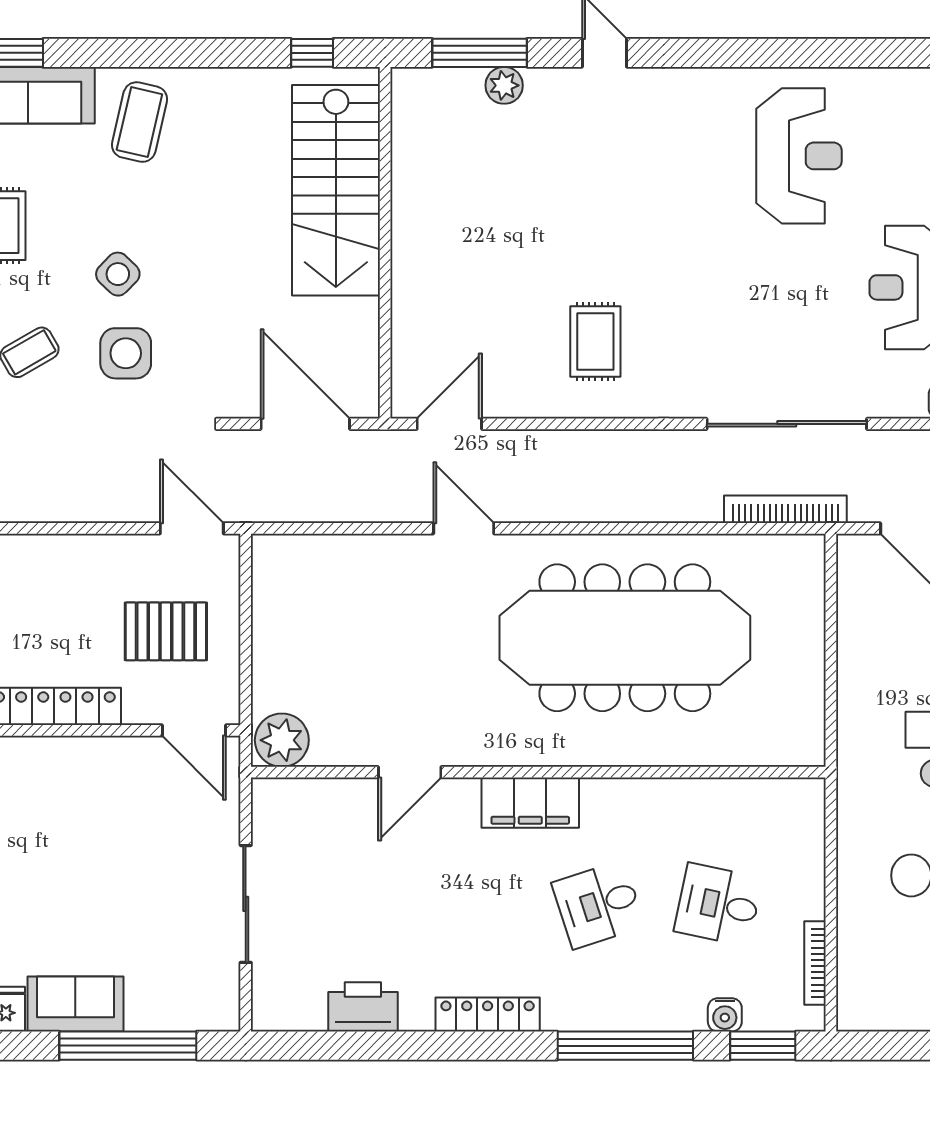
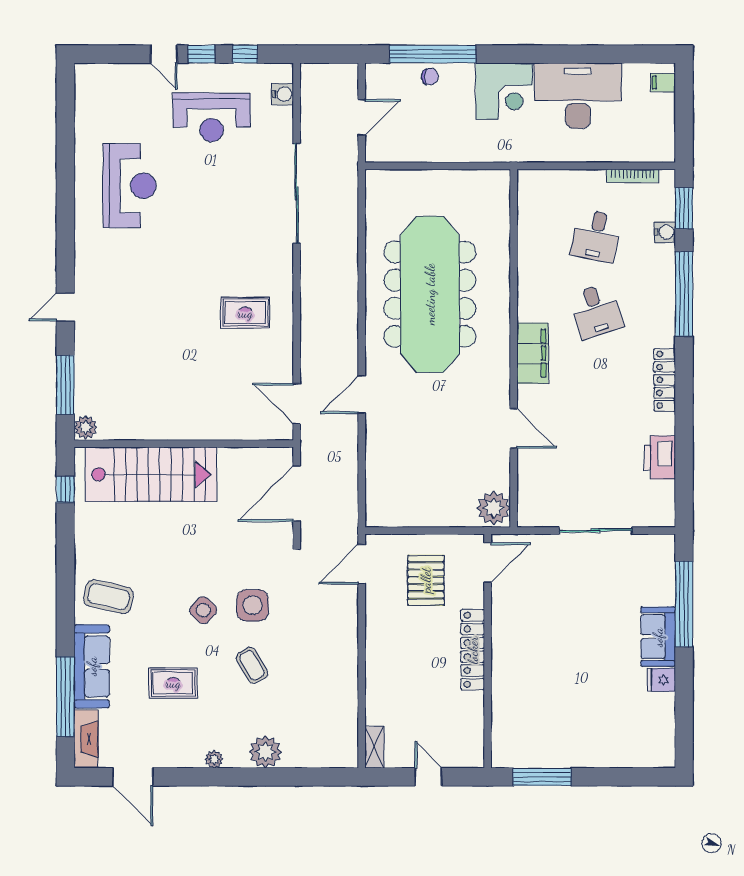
plant: (504, 85) -> (86, 427), moved
reception desk: (799, 156) -> (130, 186), turned 90
bookcase: (785, 509) -> (350, 194), removed

